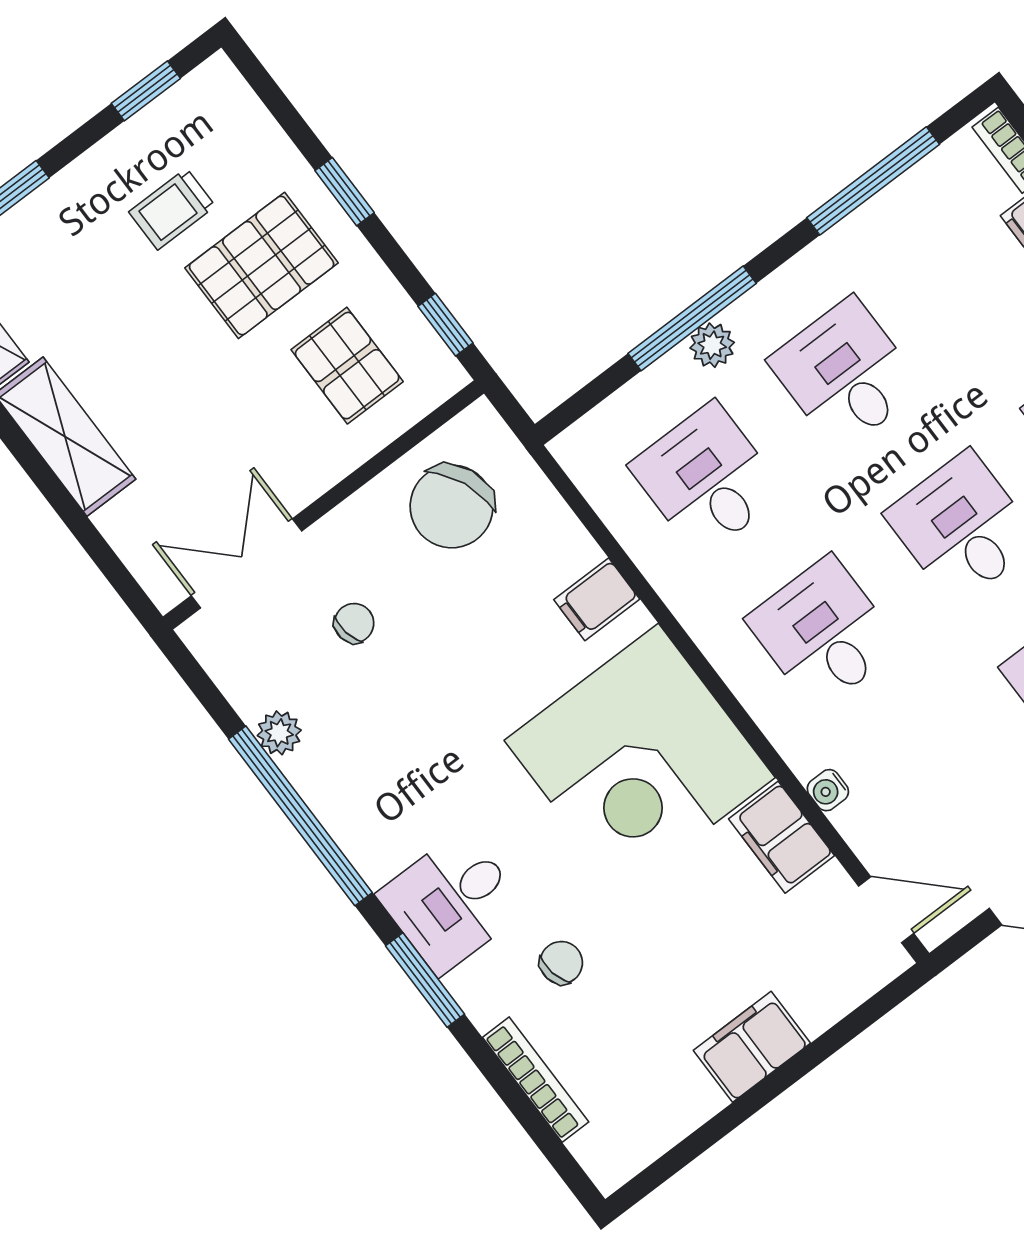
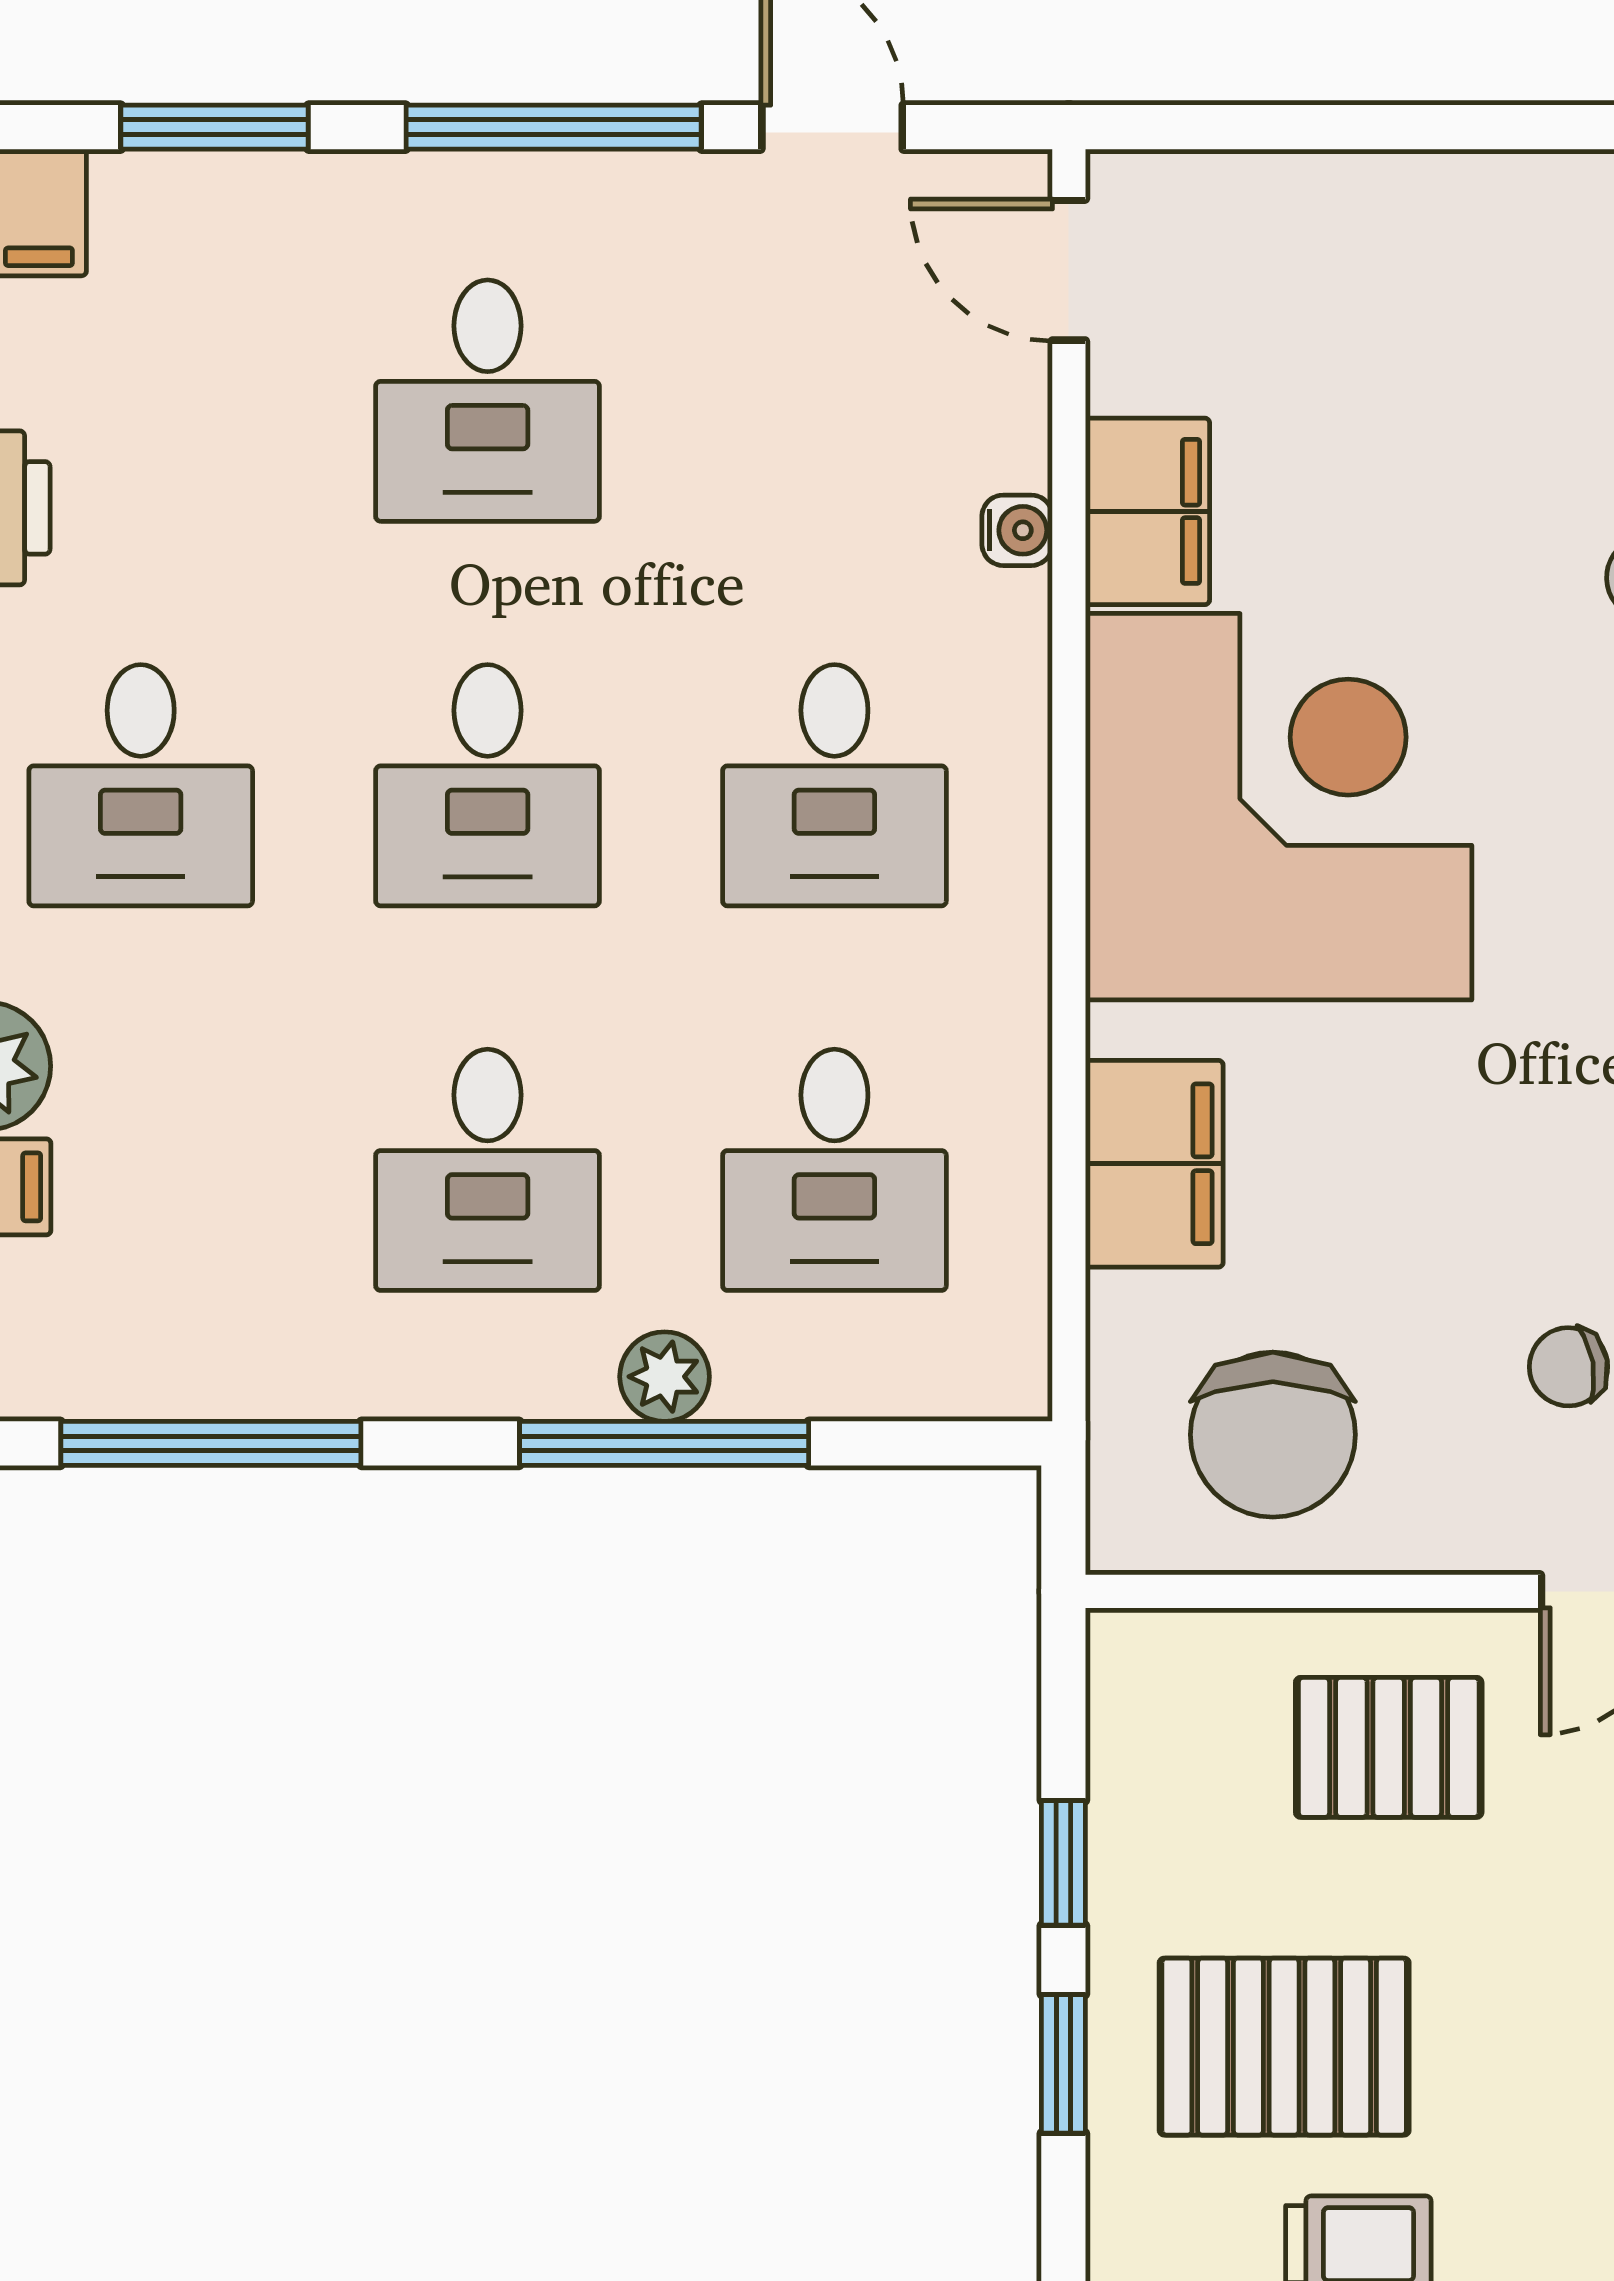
window: (445, 325) -> (1063, 1863), moved
pallet: (347, 366) -> (1389, 1747), moved, turned 90
chair: (452, 506) -> (1273, 1435), turned 113
filing cabinet: (597, 599) -> (1154, 1164), width x2.00
filing cabinet: (752, 1047) -> (1447, 214), removed

